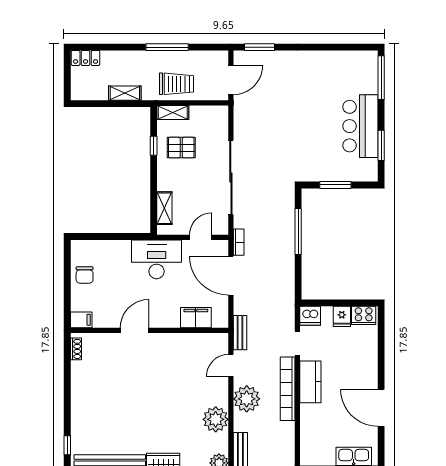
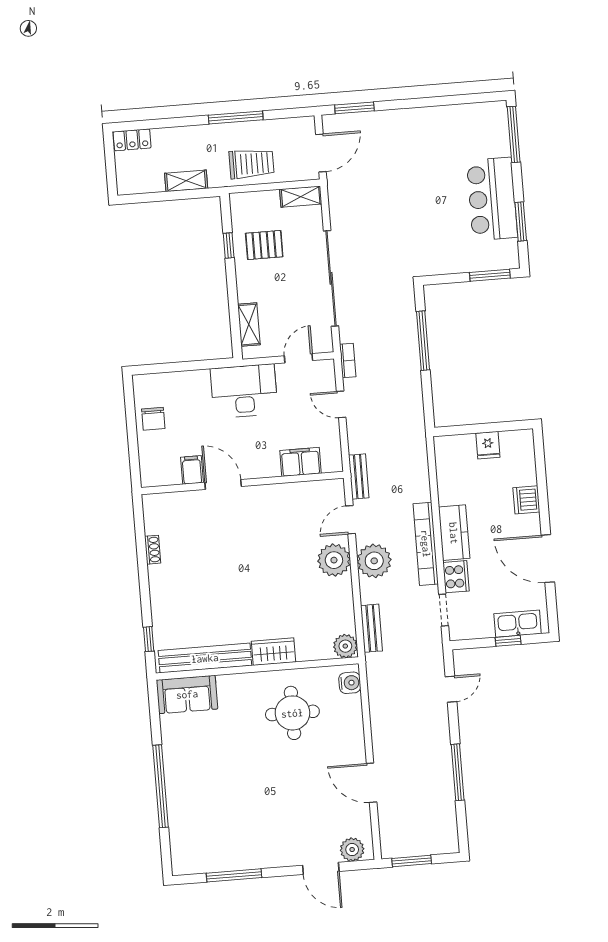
shelving: (173, 112) -> (301, 197), moved
window: (335, 185) -> (490, 275), moved
door: (231, 276) -> (341, 404), width x0.53
cooker: (364, 315) -> (456, 577), moved, turned -90
dishwasher: (310, 316) -> (526, 500), moved, turned 90
filing cabinet: (81, 320) -> (192, 470), moved, turned -90
door: (135, 330) -> (223, 484), hinge flipped
doorway: (297, 343) -> (444, 610), moved
shoe rack: (76, 349) -> (153, 550), moved
plant: (216, 419) -> (334, 560), moved

